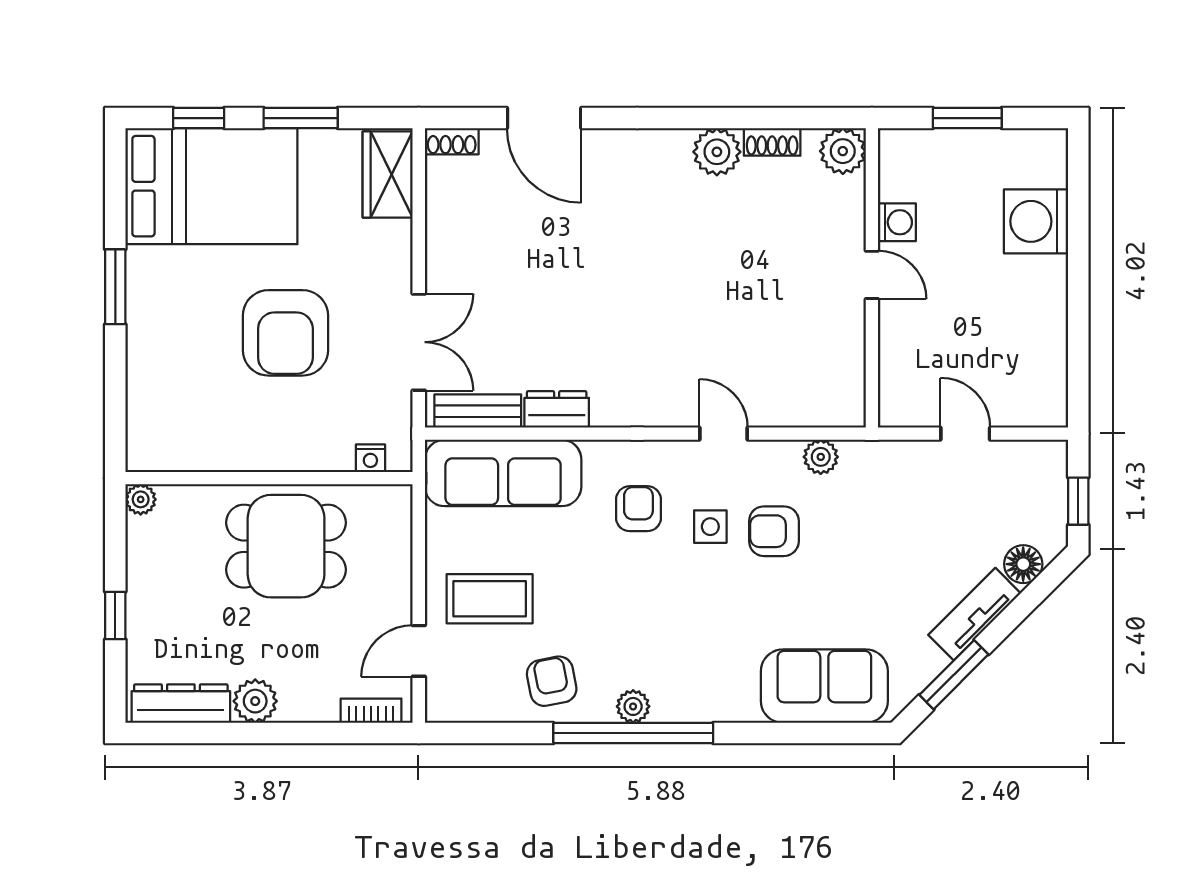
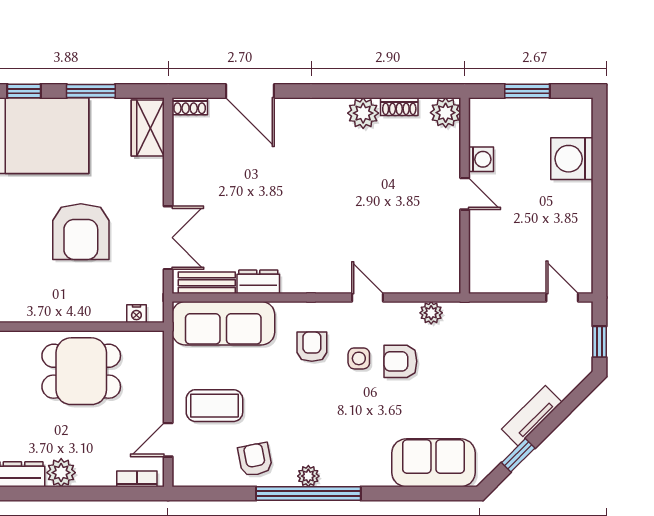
door: (965, 434) -> (562, 298), moved
floor lamp: (1023, 564) -> (564, 383), removed
window: (954, 675) -> (518, 455), width x0.67

